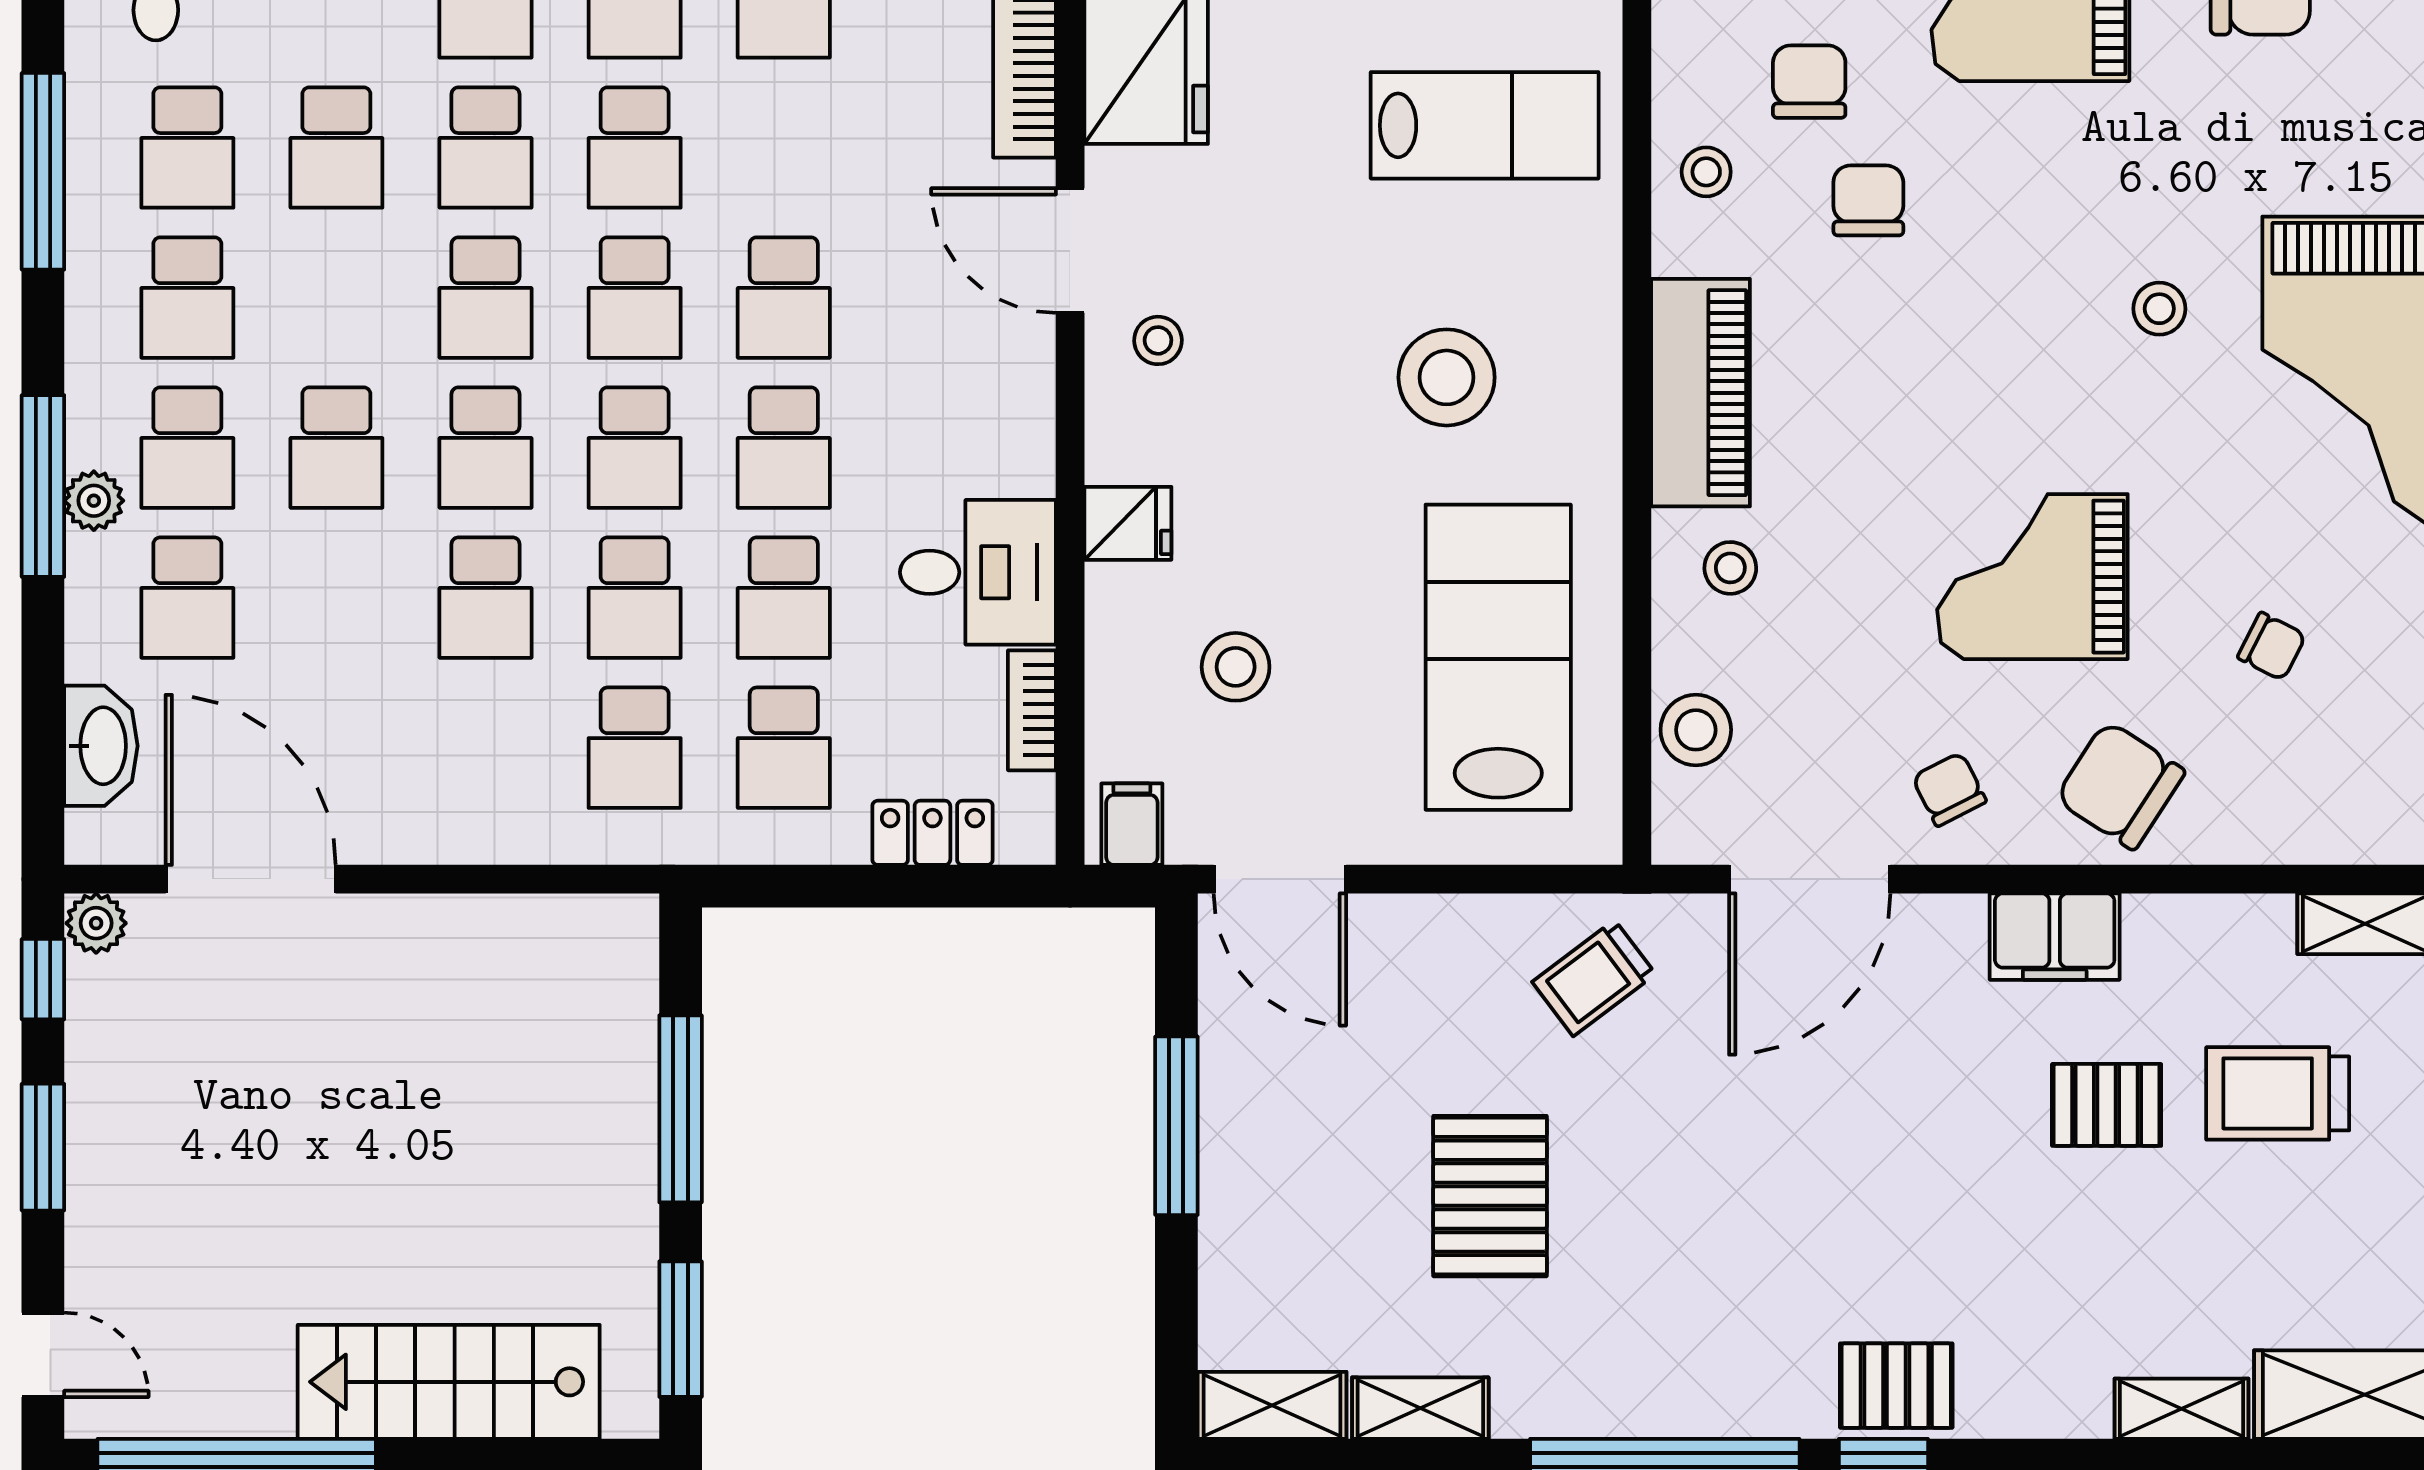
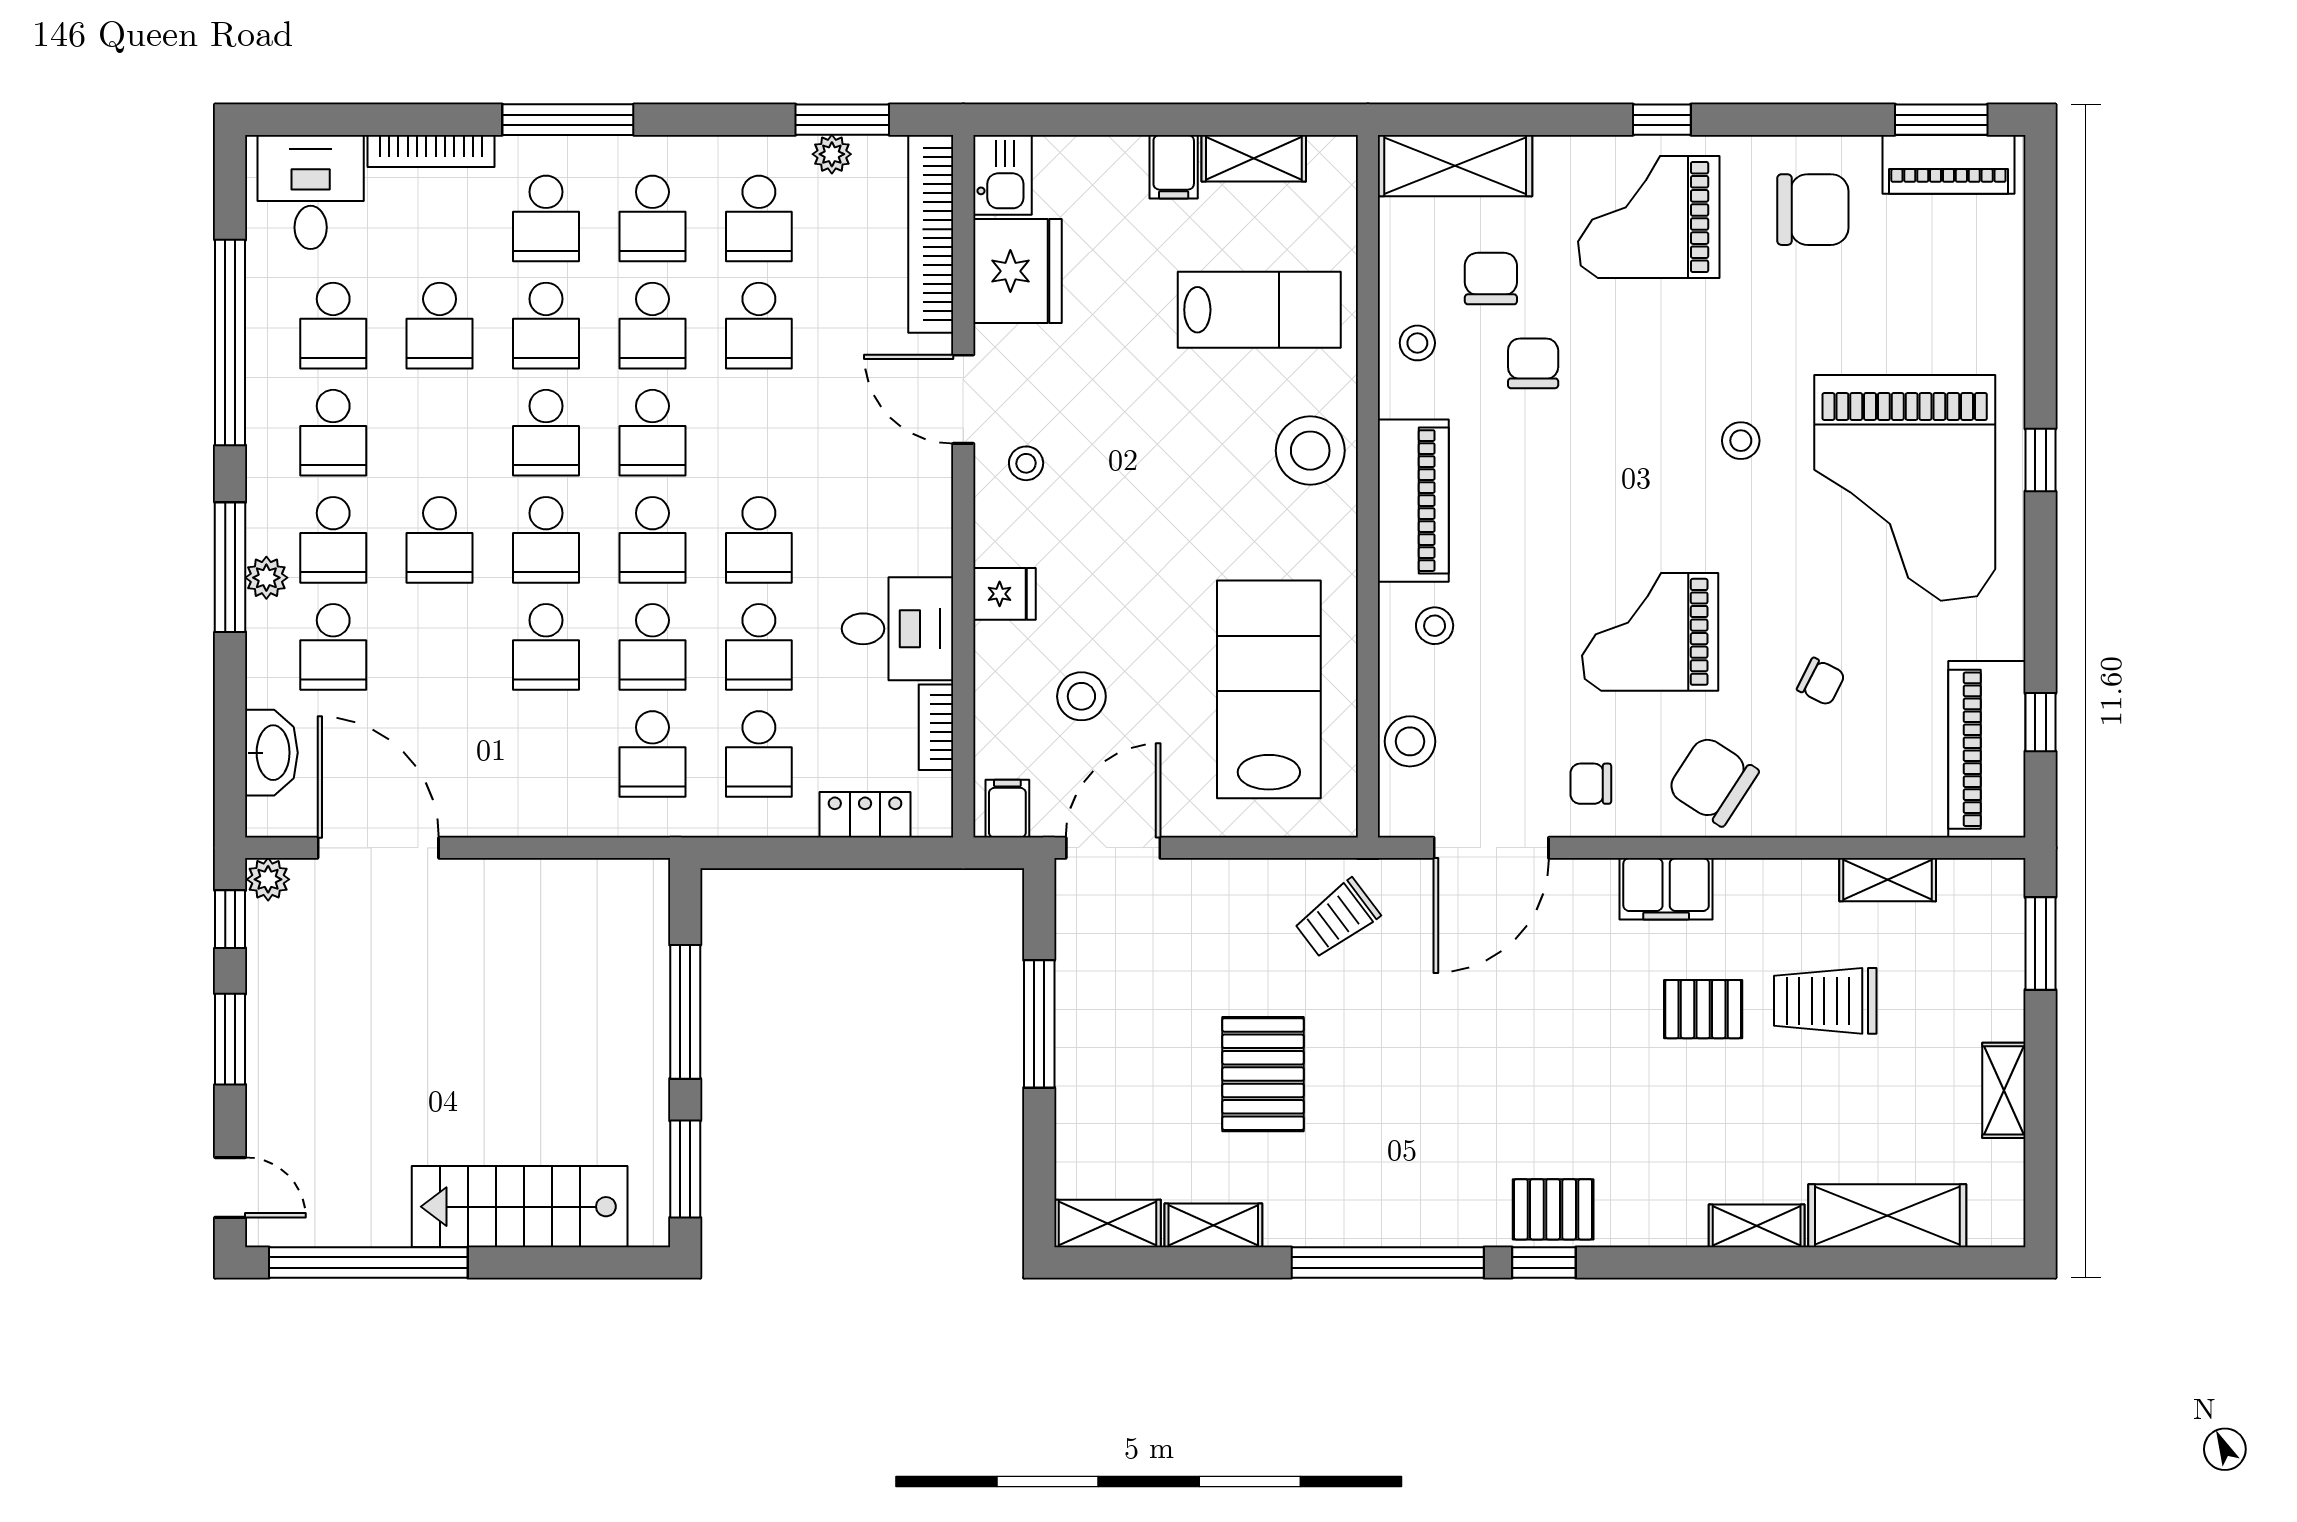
window: (43, 171) -> (230, 343), width x1.46
school desk: (784, 298) -> (759, 326), moved
stool: (1447, 377) -> (1310, 451), moved
chair: (1949, 789) -> (1591, 784), turned -63
door: (1280, 879) -> (1113, 848), swing flipped

